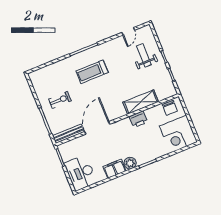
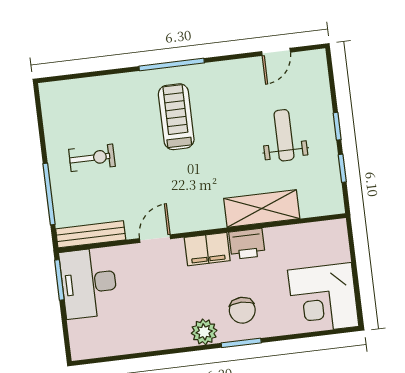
weight bench: (144, 55) -> (284, 135), moved
treadmill: (92, 72) -> (176, 117), turned 90
chair: (170, 108) -> (242, 310), moved
door: (97, 128) -> (155, 239), width x0.53
filing cabinet: (114, 169) -> (207, 249), moved, turned 180
desk: (81, 173) -> (89, 283), moved

